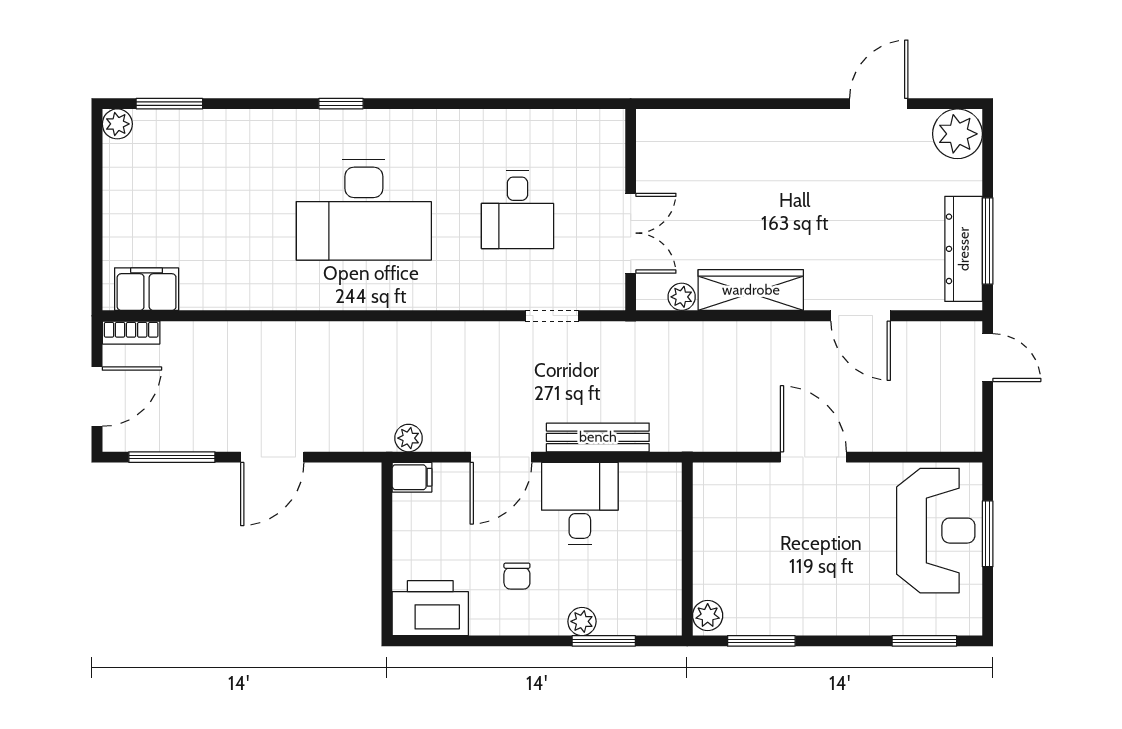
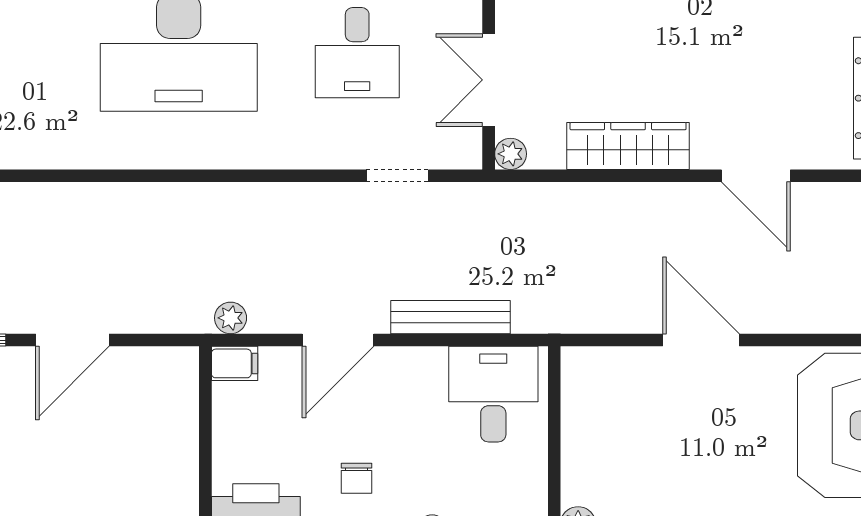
double door: (631, 233) -> (489, 80), swing flipped
plant: (682, 297) -> (511, 154), moved
desk: (580, 504) -> (493, 394), moved

